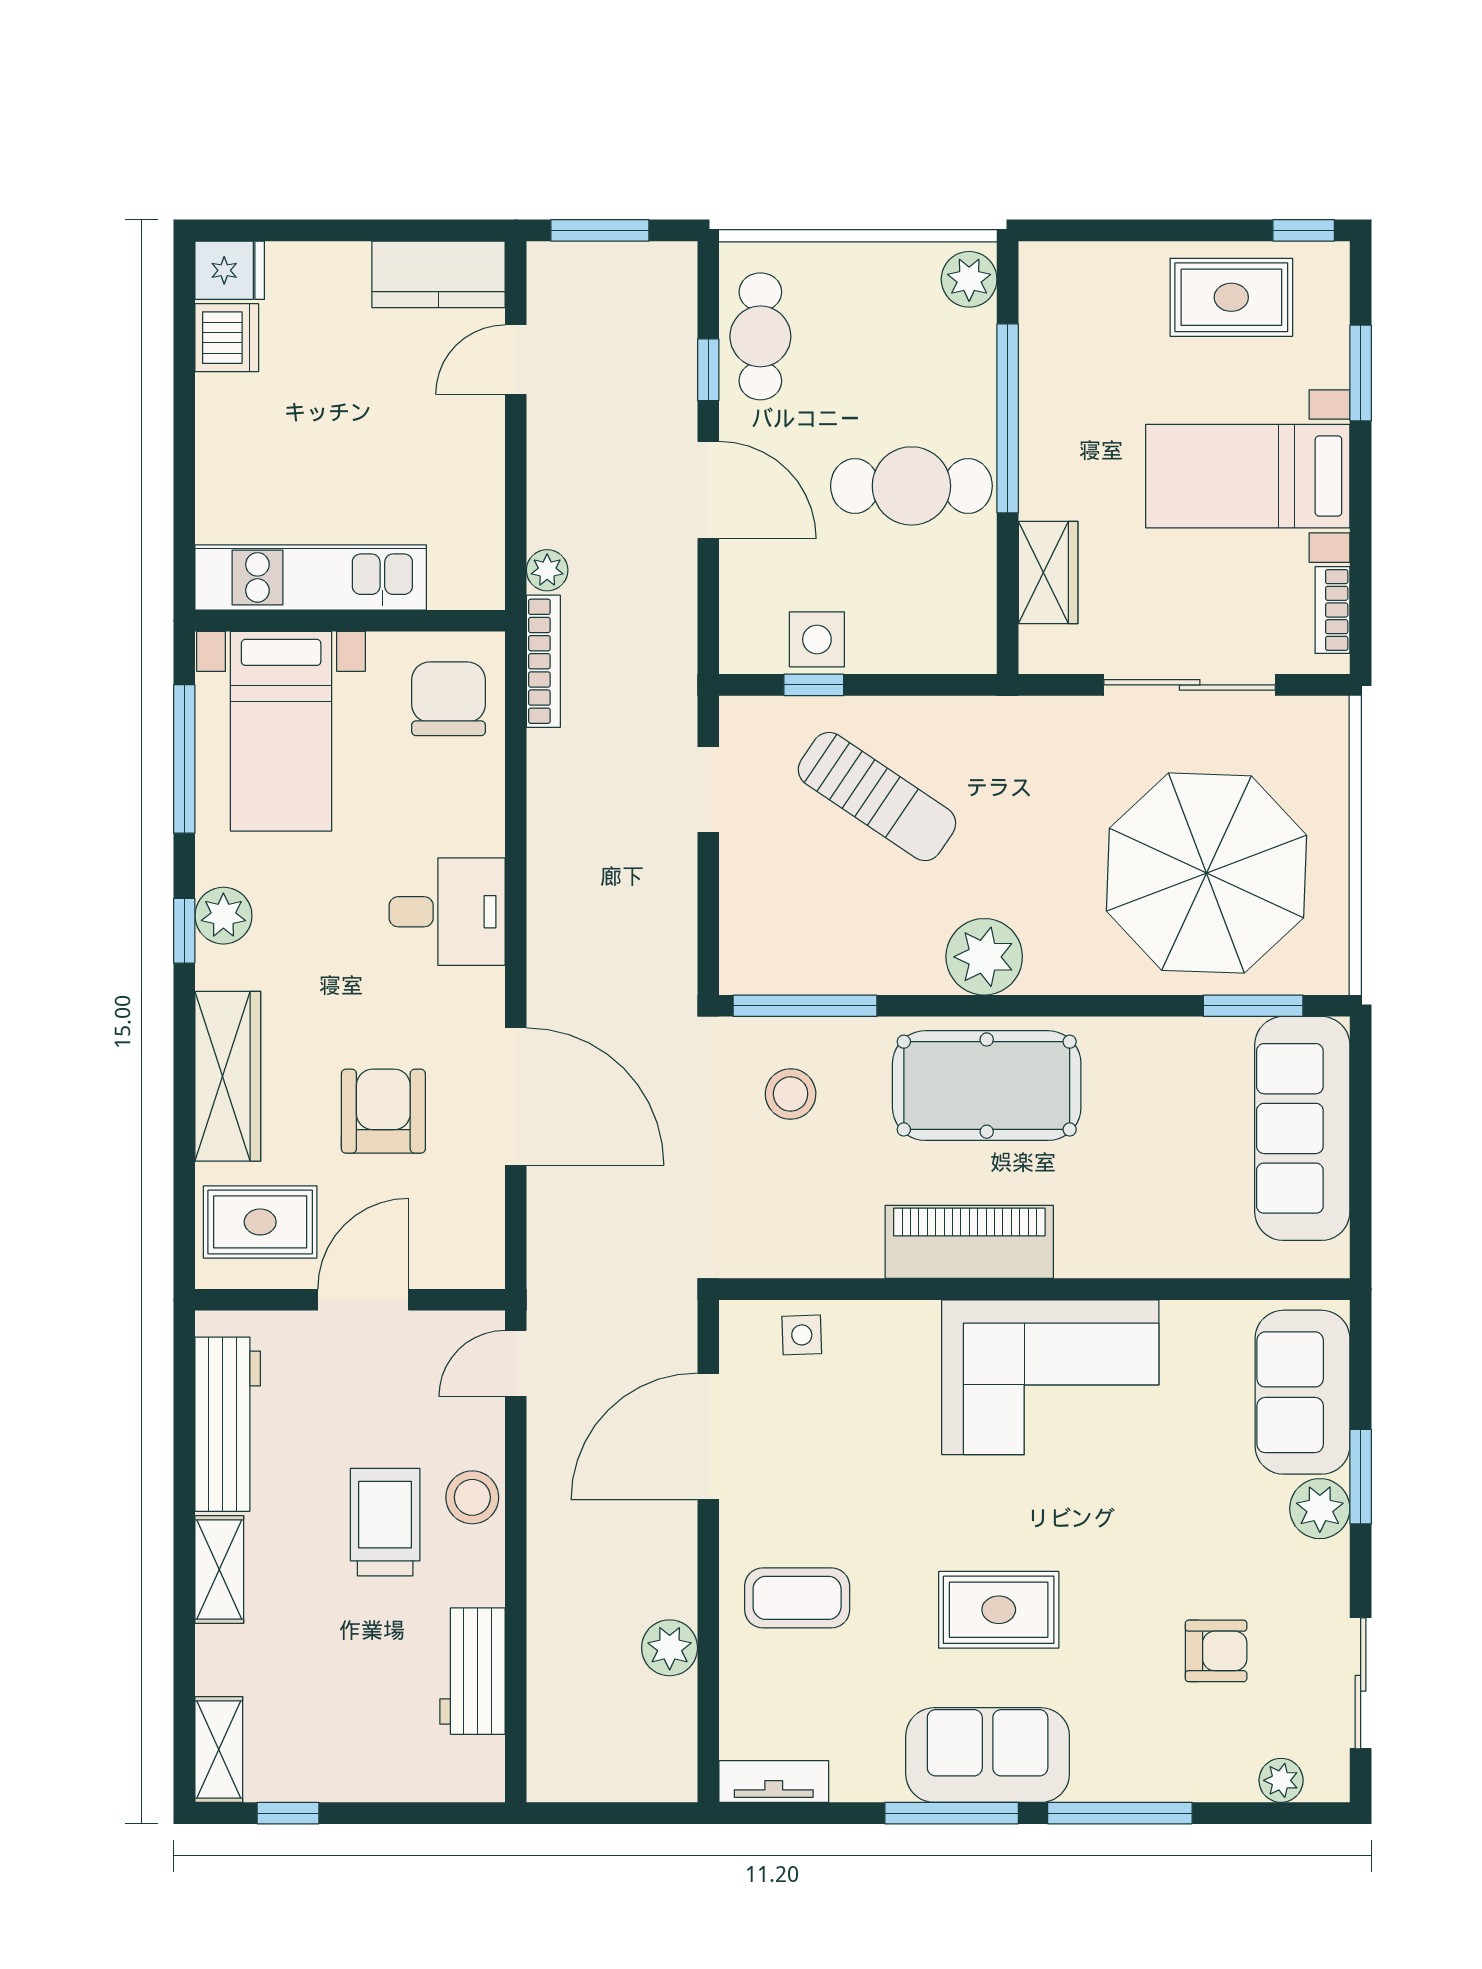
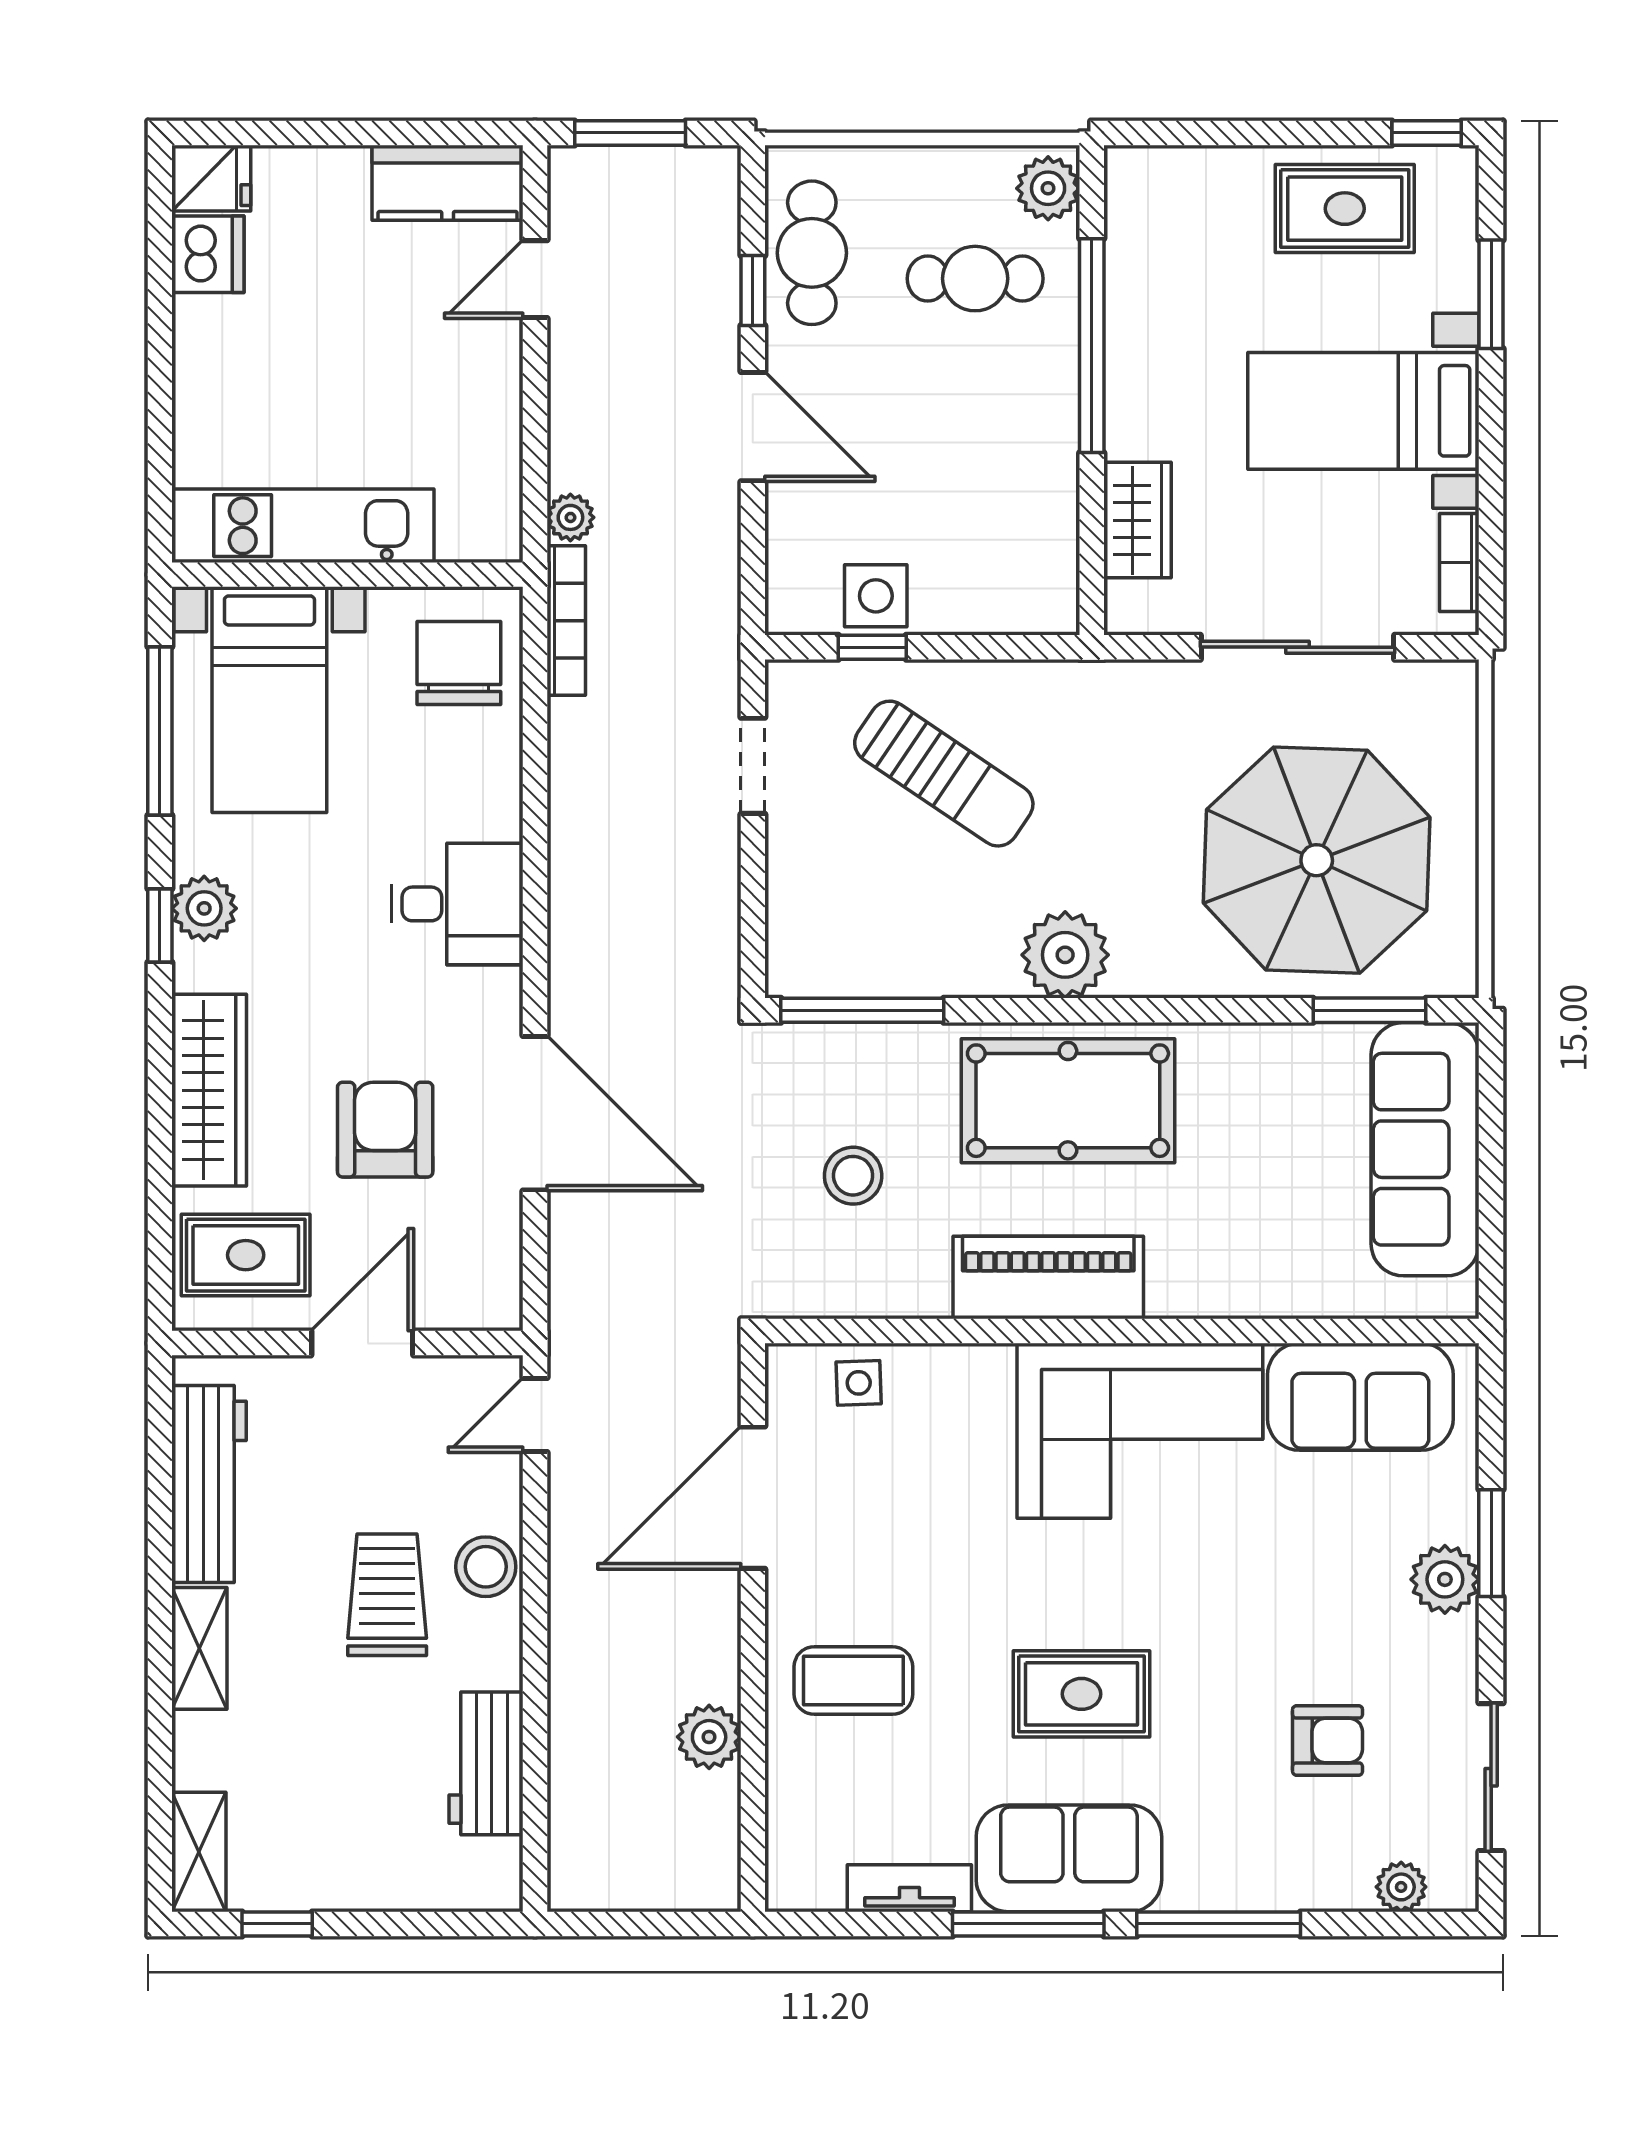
cafe table: (911, 486) -> (975, 279), moved, width x0.73, depth x0.74
stool: (791, 1094) -> (853, 1176), moved
sofa: (1302, 1392) -> (1360, 1397), moved, turned -90
tv unit: (774, 1781) -> (909, 1888), moved

